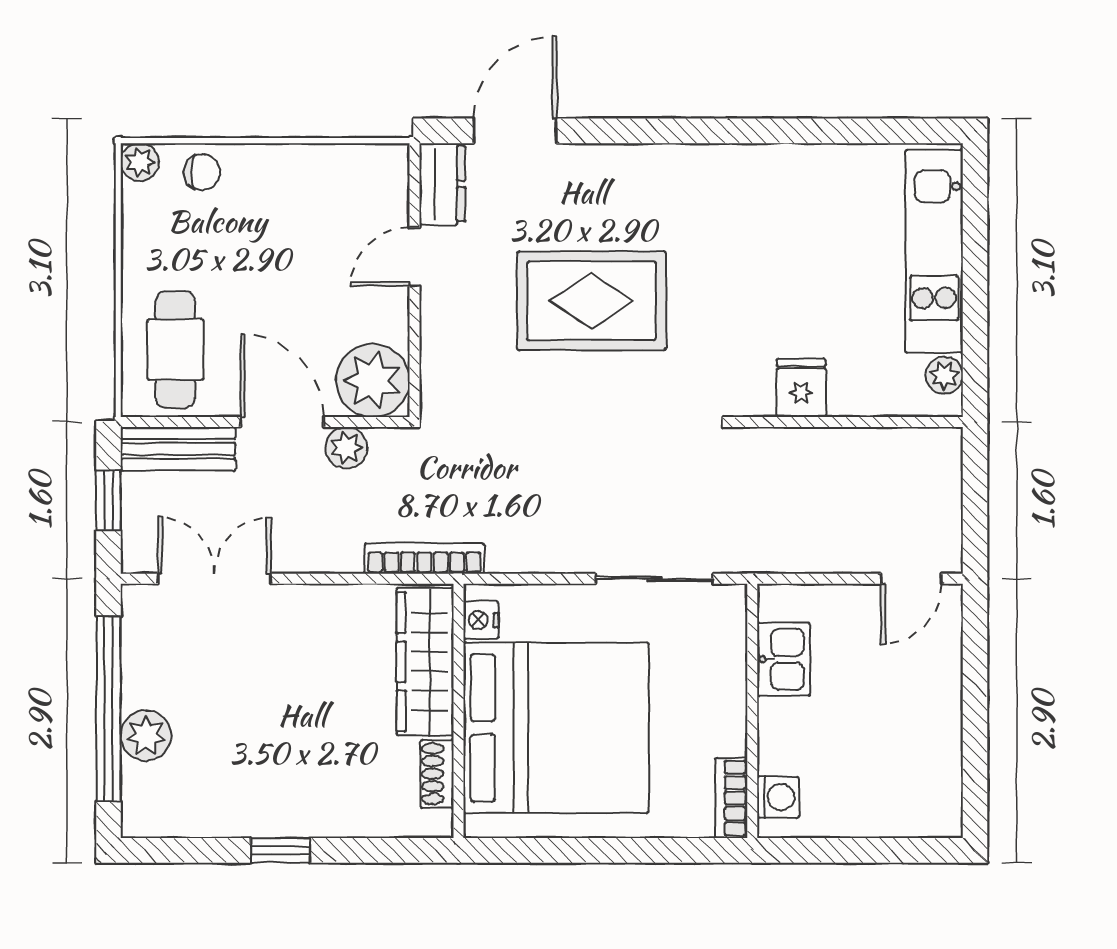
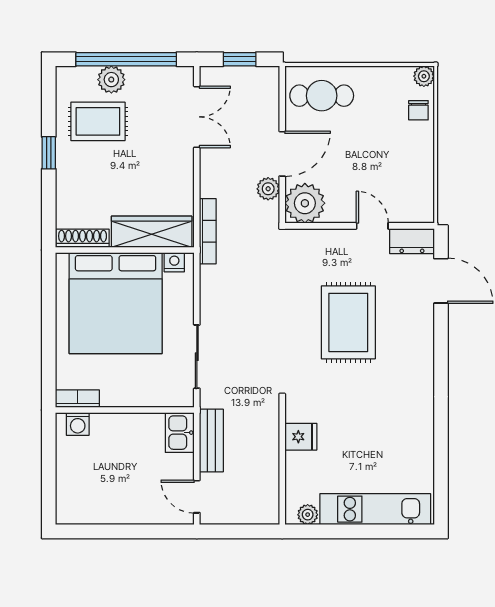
bench: (178, 449) -> (211, 440), moved
kitchen sink: (784, 659) -> (180, 433), moved, turned 90
rug: (223, 760) -> (98, 121), added
shoe rack: (437, 774) -> (83, 238), width x1.43

